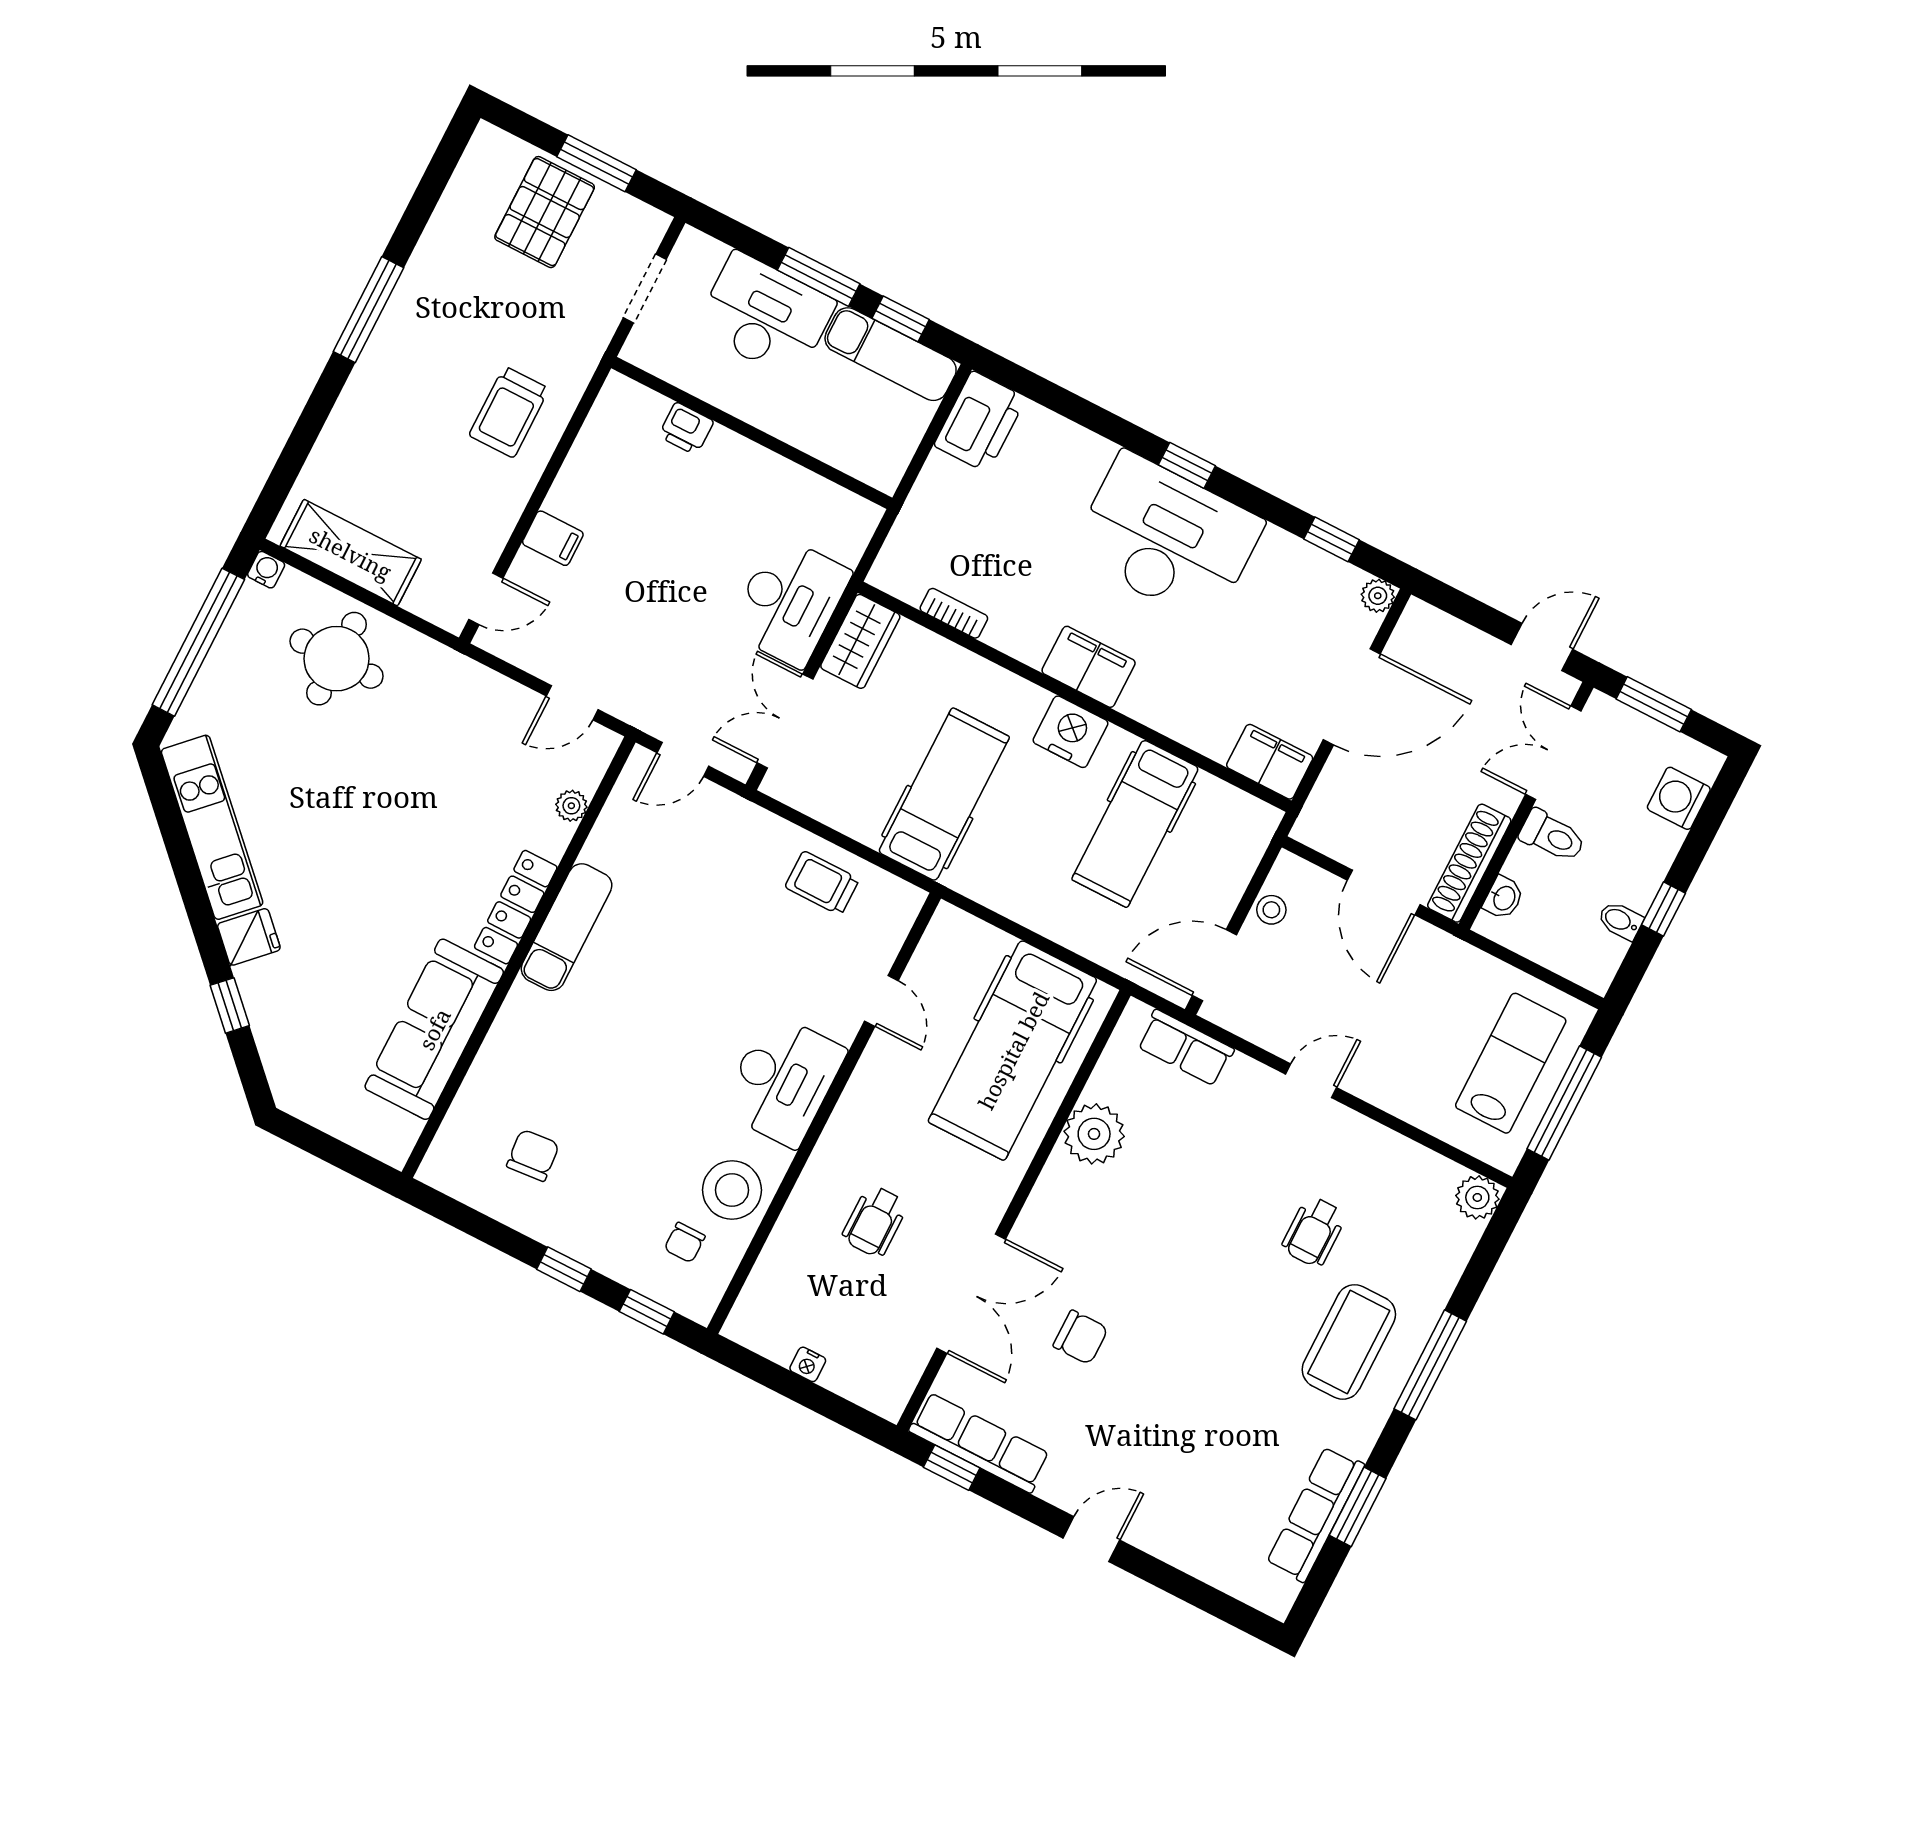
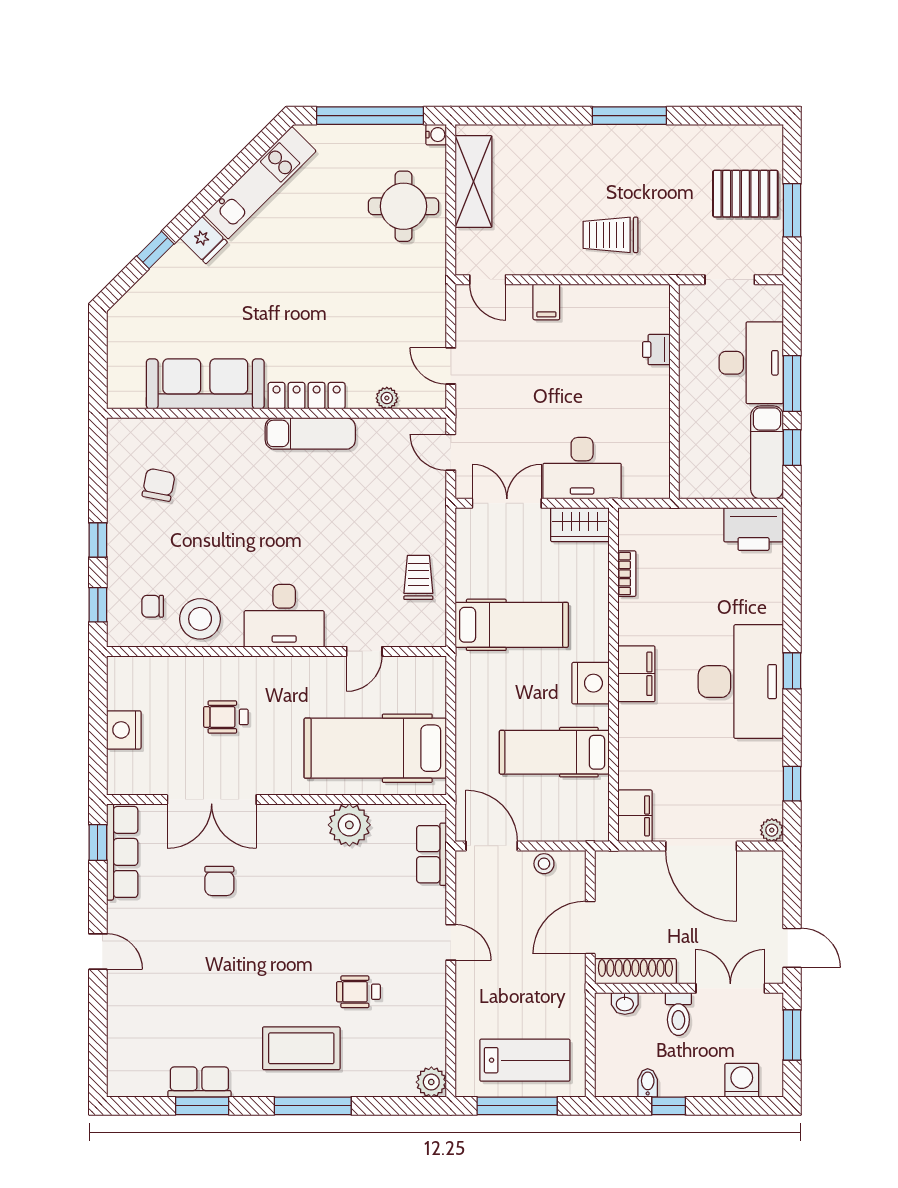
chair: (533, 1155) -> (159, 485), turned -74
nightstand: (808, 1364) -> (124, 730), width x1.89, depth x1.79
row of seats: (1315, 1514) -> (199, 1082), width x0.68

